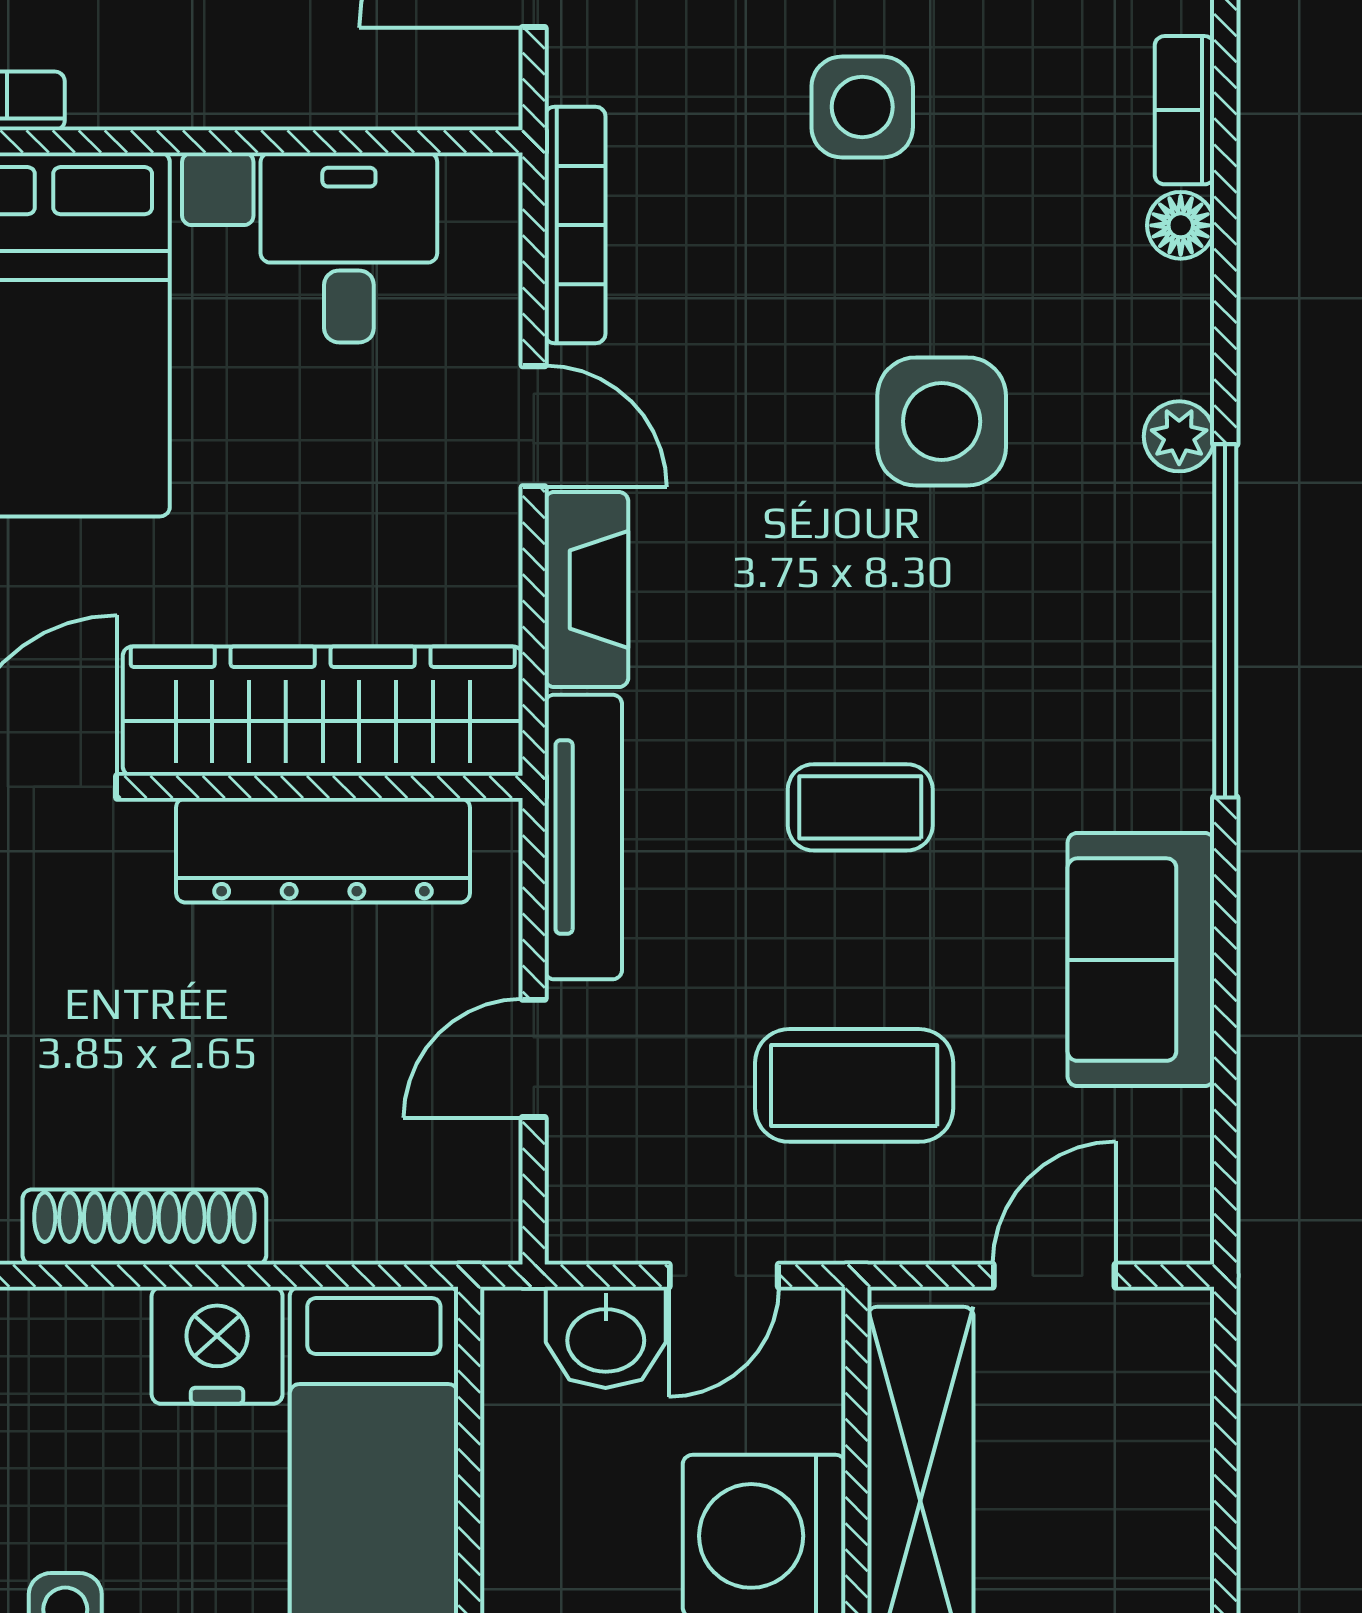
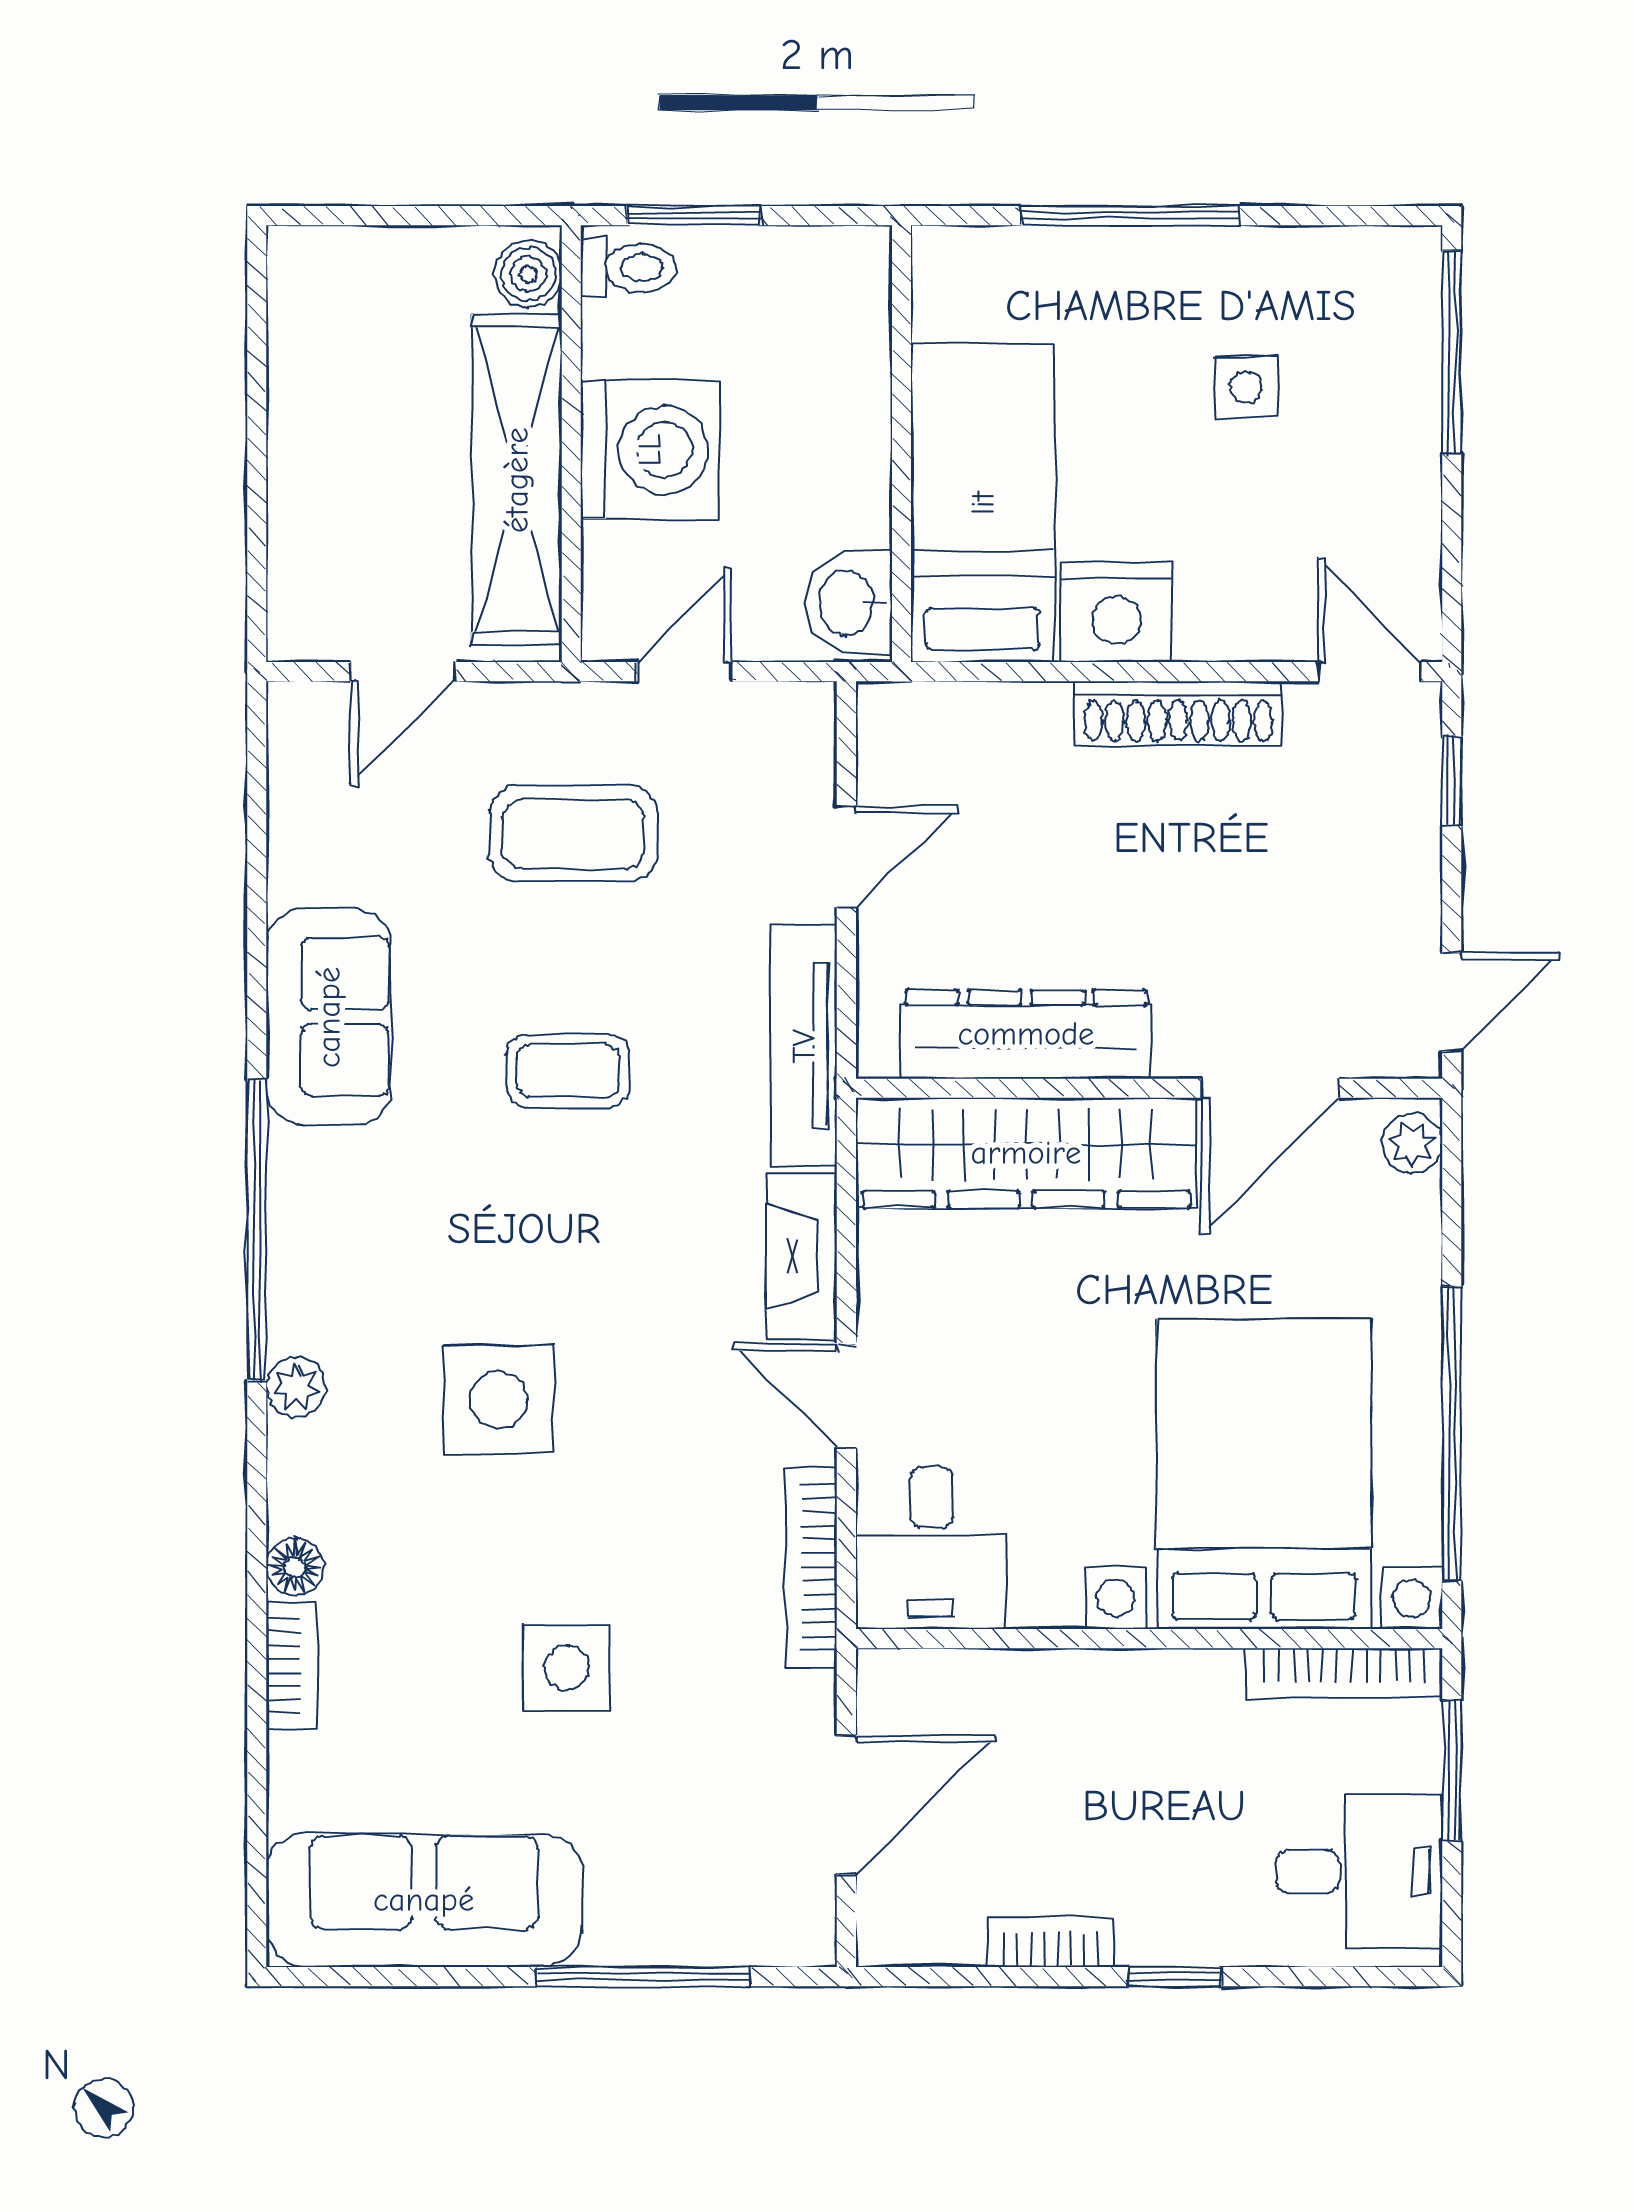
desk: (349, 248) -> (931, 1548), moved
sofa: (1141, 960) -> (329, 1017), moved
washbasin: (606, 1337) -> (849, 603), moved, turned -90

